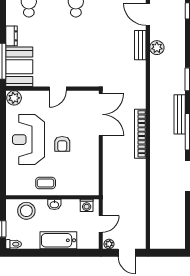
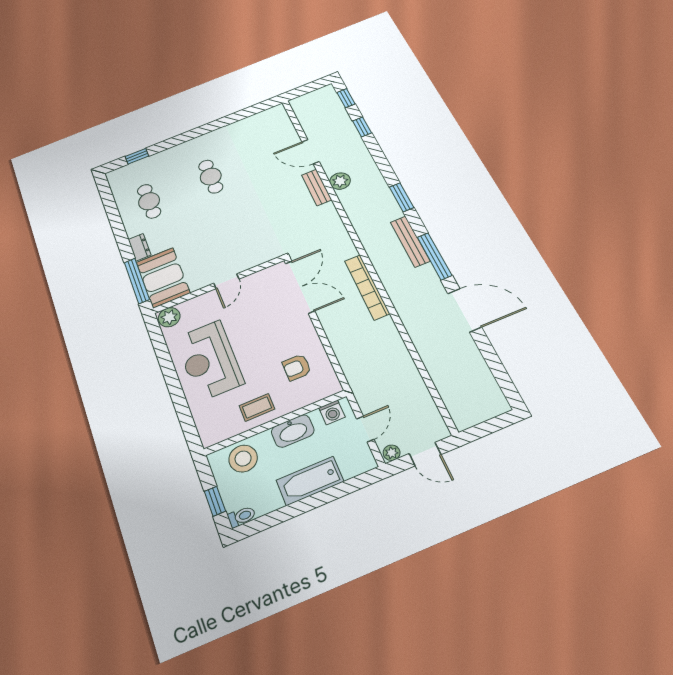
armchair: (62, 144) -> (297, 367), moved, turned 90
washbasin: (54, 204) -> (293, 431), width x1.91, depth x1.45

